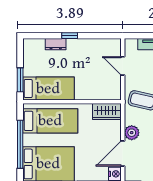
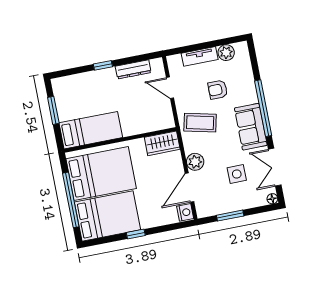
dresser: (56, 44) -> (133, 69), moved, width x1.44
window: (20, 80) -> (53, 110), moved
bed: (50, 121) -> (101, 174), width x1.50

